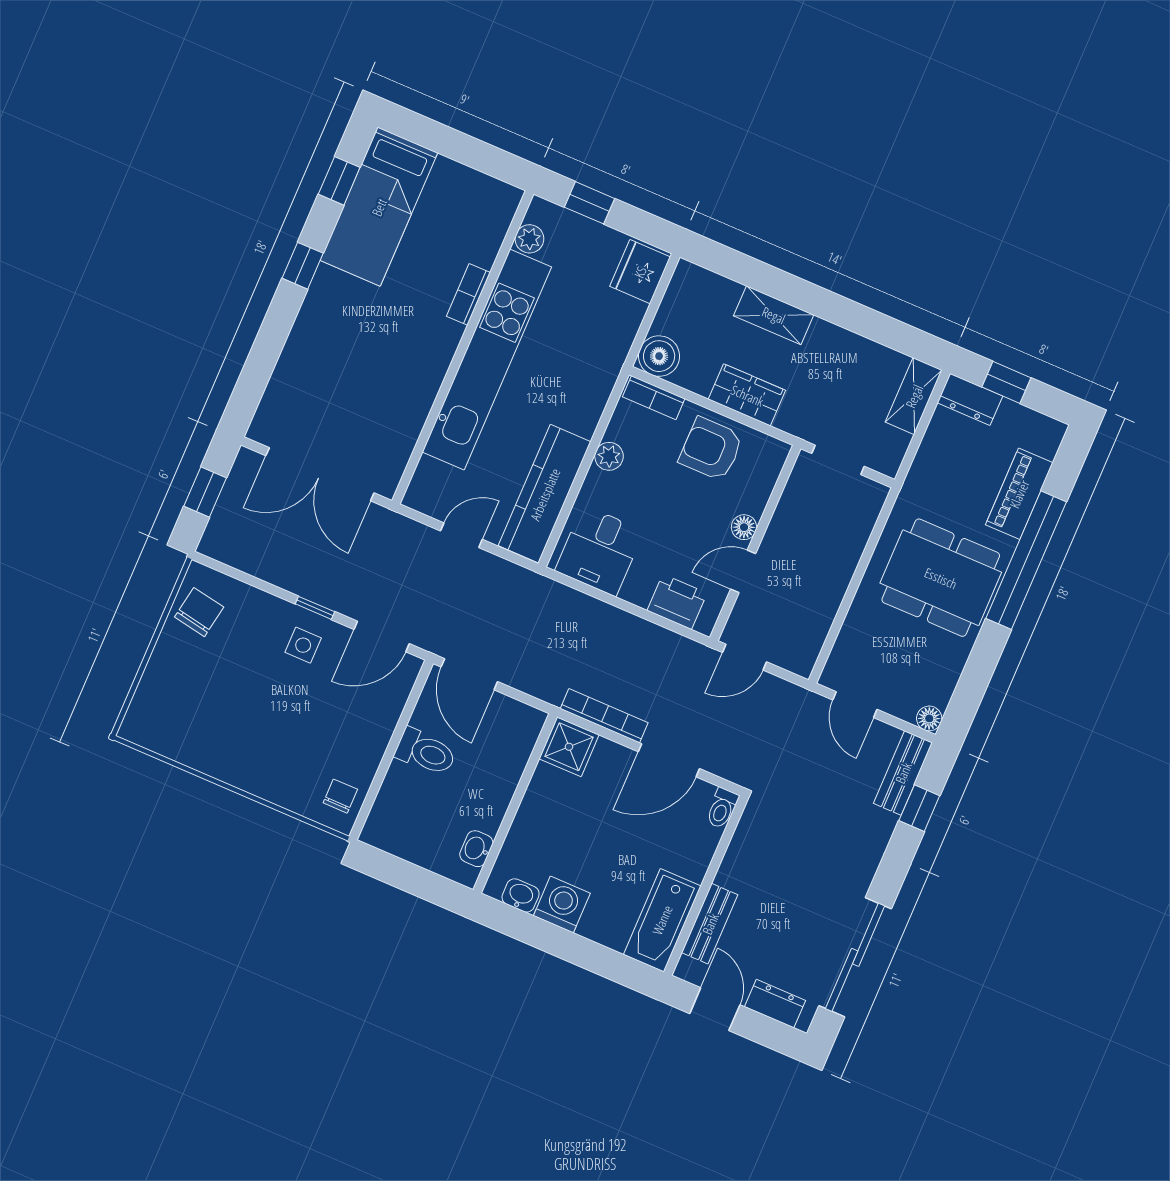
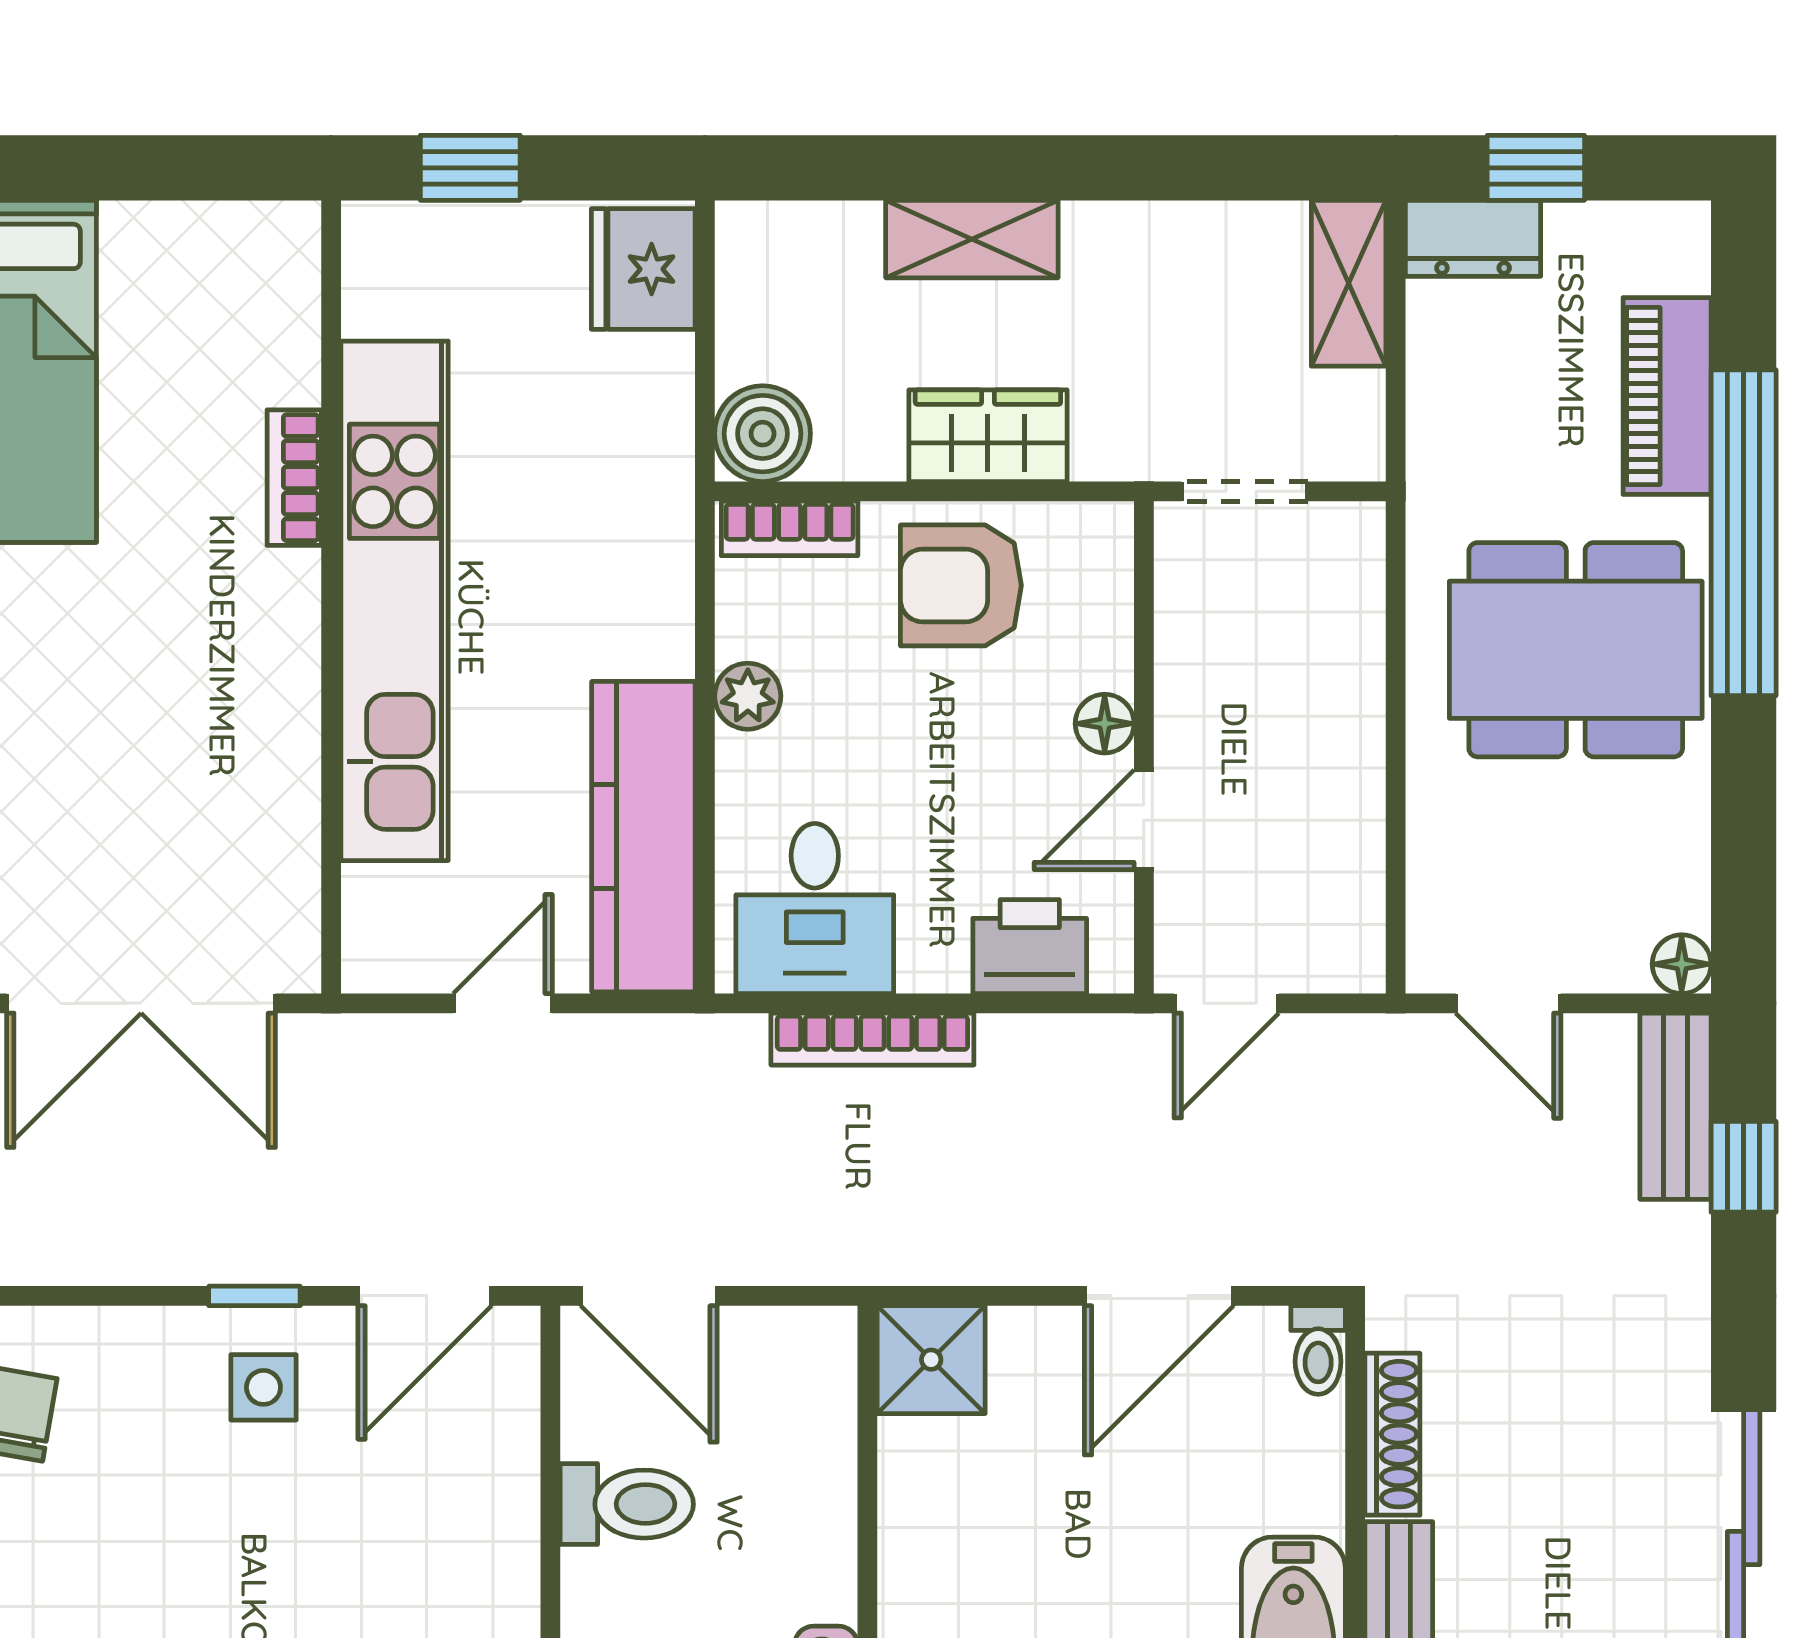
plant: (529, 239) -> (374, 301), removed
bookcase: (604, 716) -> (872, 1039), moved, turned 180
shoe rack: (737, 854) -> (1392, 1434), added

